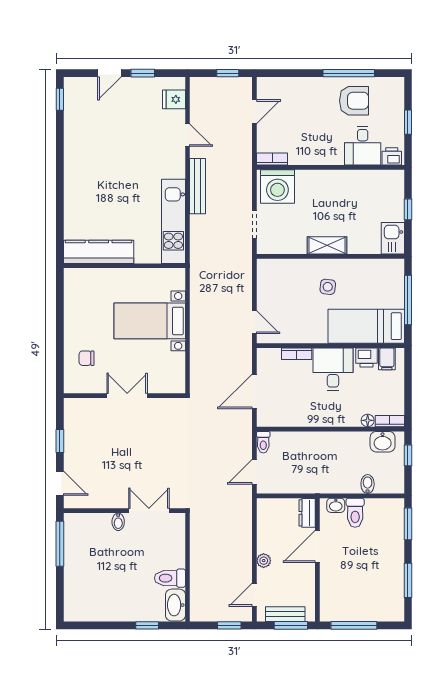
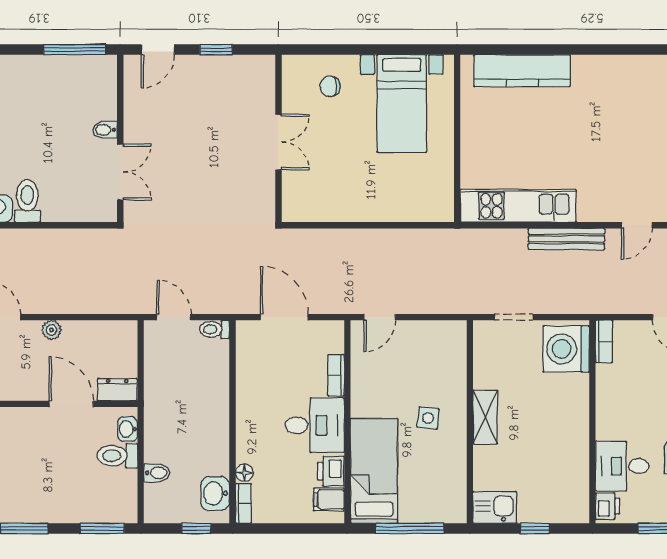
kitchen counter: (99, 252) -> (522, 71), moved, turned 90
bed with nightstands: (150, 321) -> (402, 104), moved, turned 180
chair: (87, 358) -> (330, 86), turned -90

